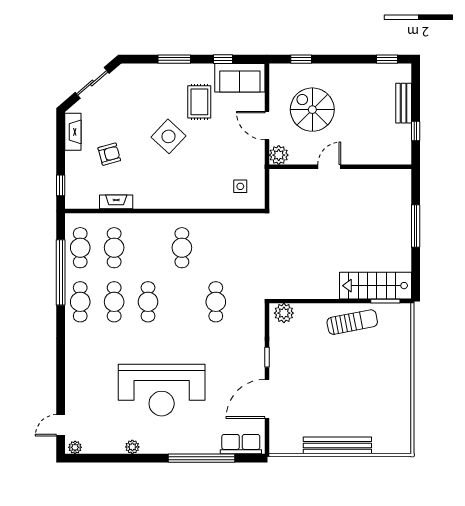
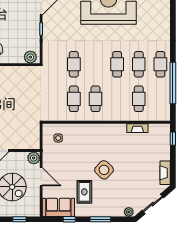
plant: (130, 71) -> (129, 212), added
armchair: (109, 154) -> (142, 159), removed
cafe table: (80, 248) -> (74, 99), moved

